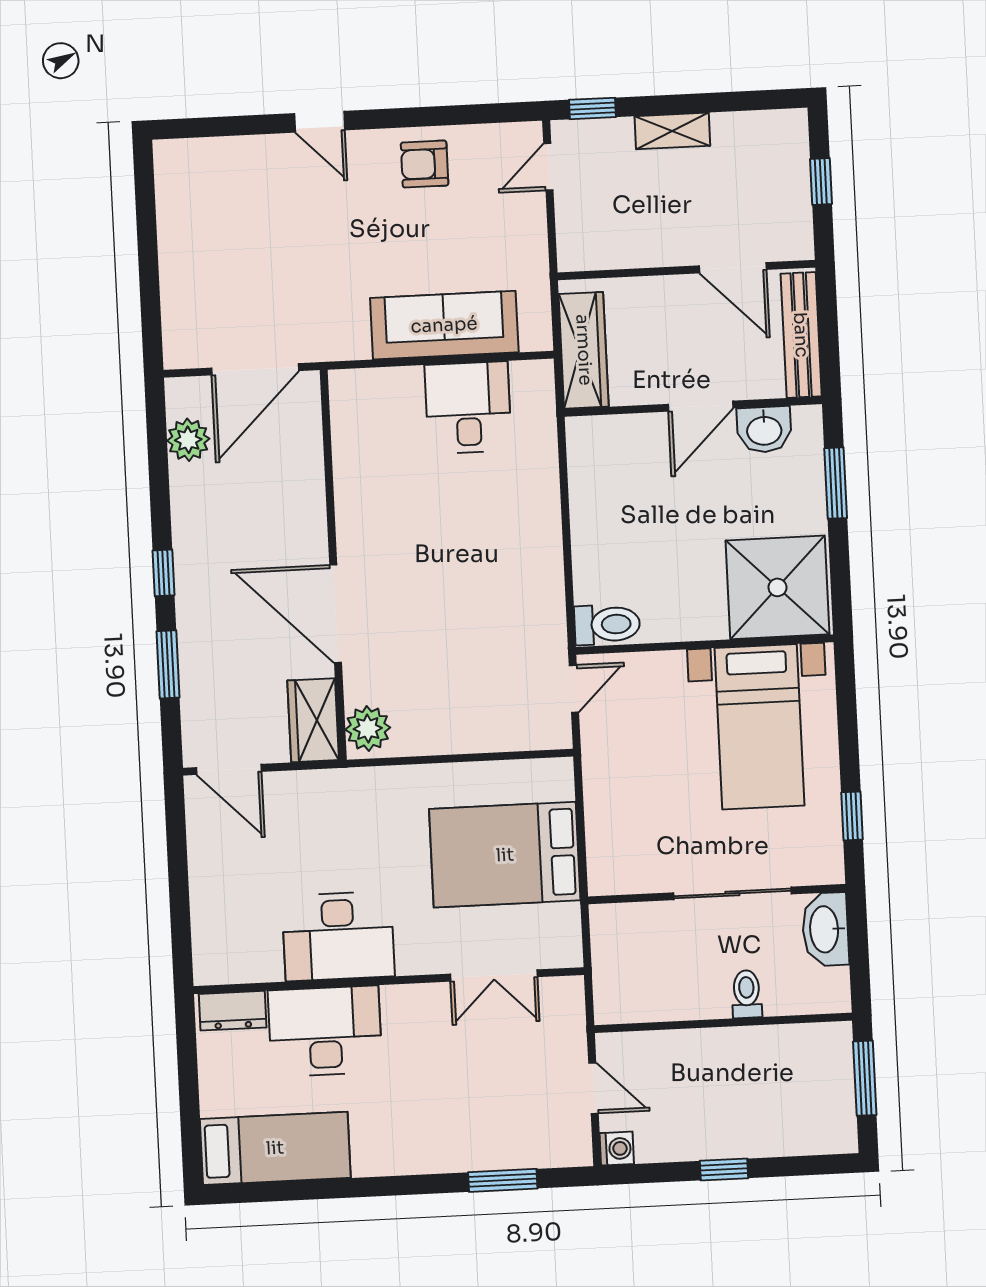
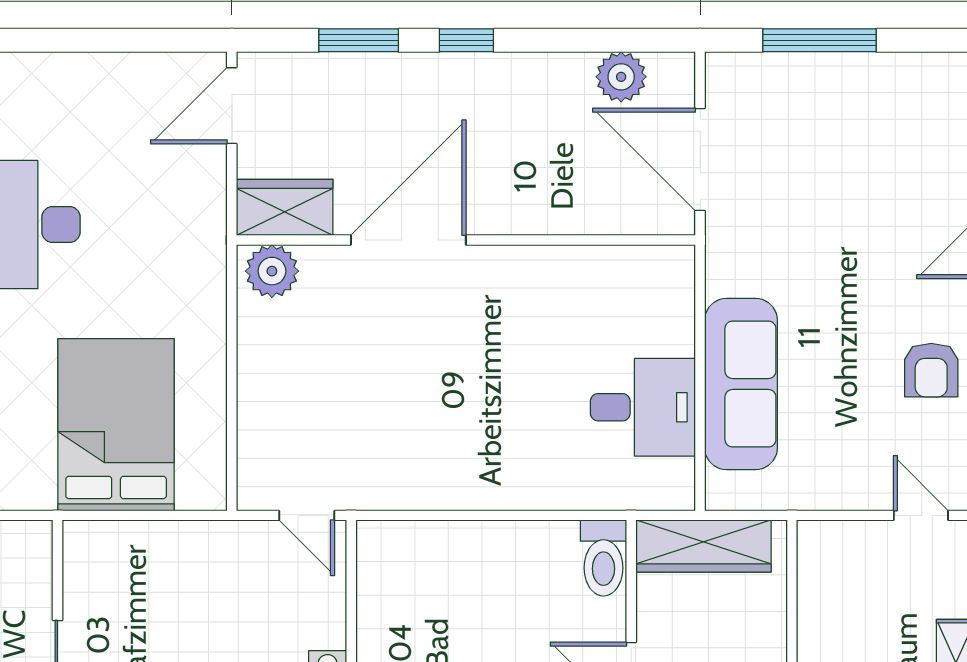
armchair: (425, 164) -> (931, 370), turned 180
window: (149, 273) -> (819, 40), added
toilet: (607, 624) -> (603, 558), moved

